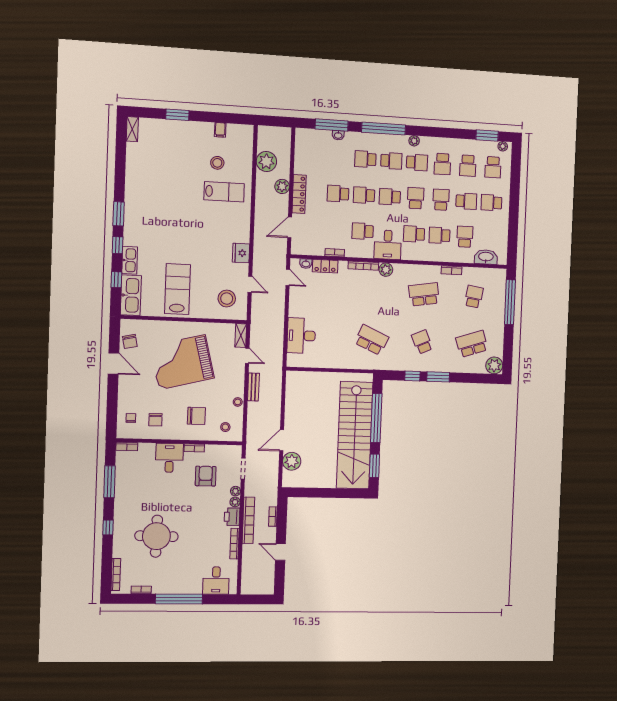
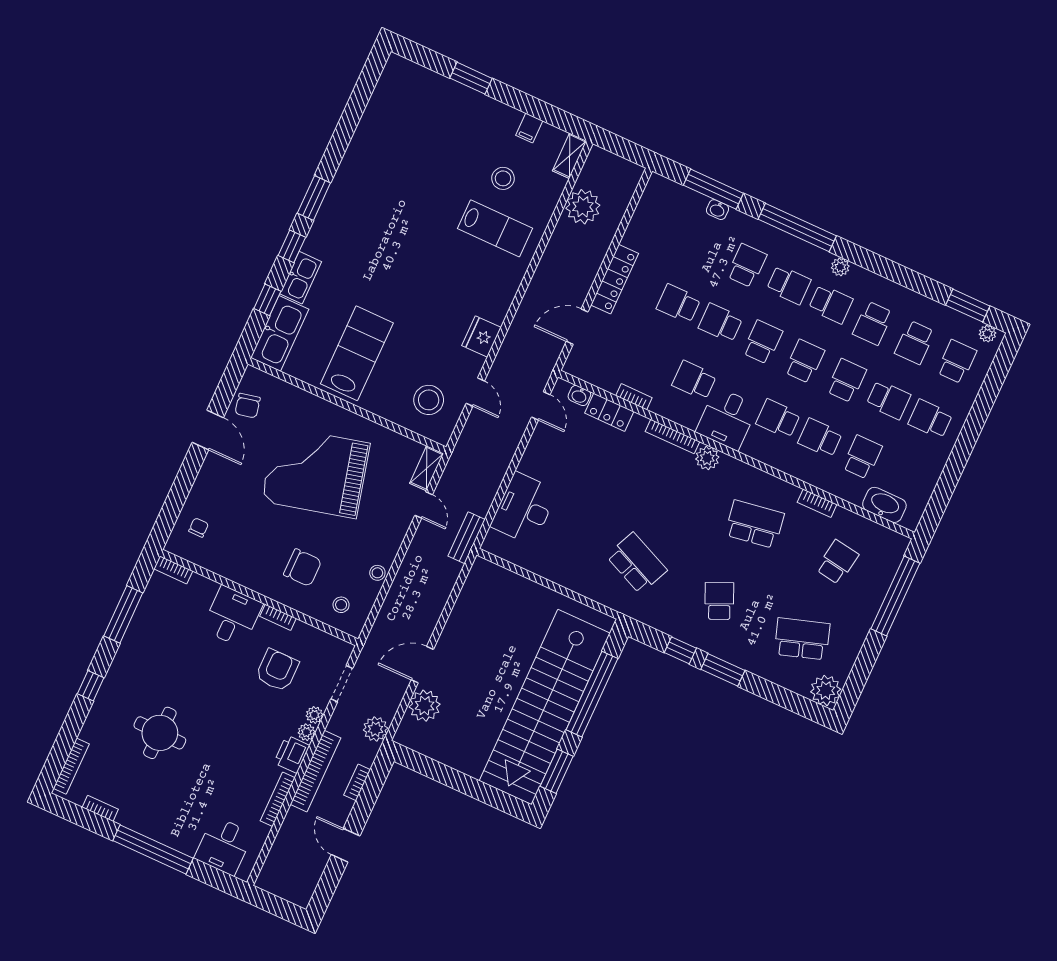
shelving: (132, 129) -> (570, 156), moved
school desk: (365, 159) -> (747, 265), turned 90
school desk: (493, 167) -> (957, 362), turned 180
plant: (282, 186) -> (375, 729), moved
school desk: (390, 197) -> (762, 342), turned 90
bench: (253, 387) -> (467, 538), moved
chair: (155, 420) -> (236, 546), removed
round table: (156, 536) -> (160, 733), width x0.73, depth x0.73

